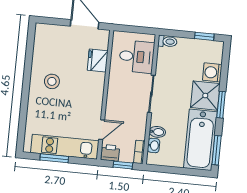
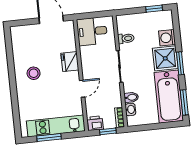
toilet: (167, 41) -> (126, 38), moved
desk: (137, 57) -> (92, 31), moved, turned 180
fridge: (98, 61) -> (70, 62), moved
door: (102, 130) -> (82, 89), moved

